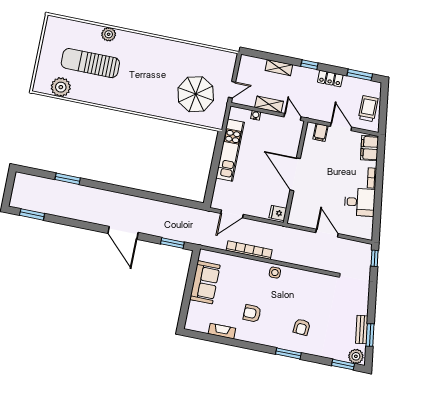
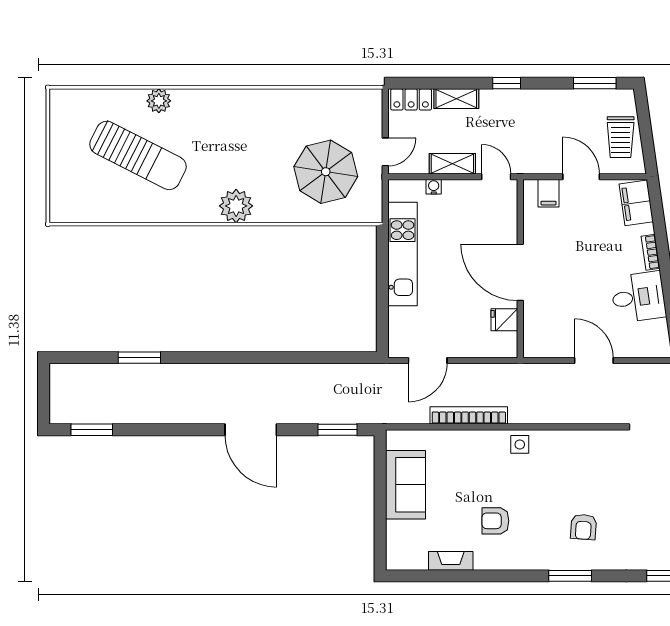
sun lounger: (90, 63) -> (138, 155), turned -153
locker: (330, 79) -> (411, 99), moved
plant: (61, 87) -> (236, 206), moved
trolley: (368, 109) -> (621, 137), turned 180
fridge: (278, 213) -> (504, 320), moved

